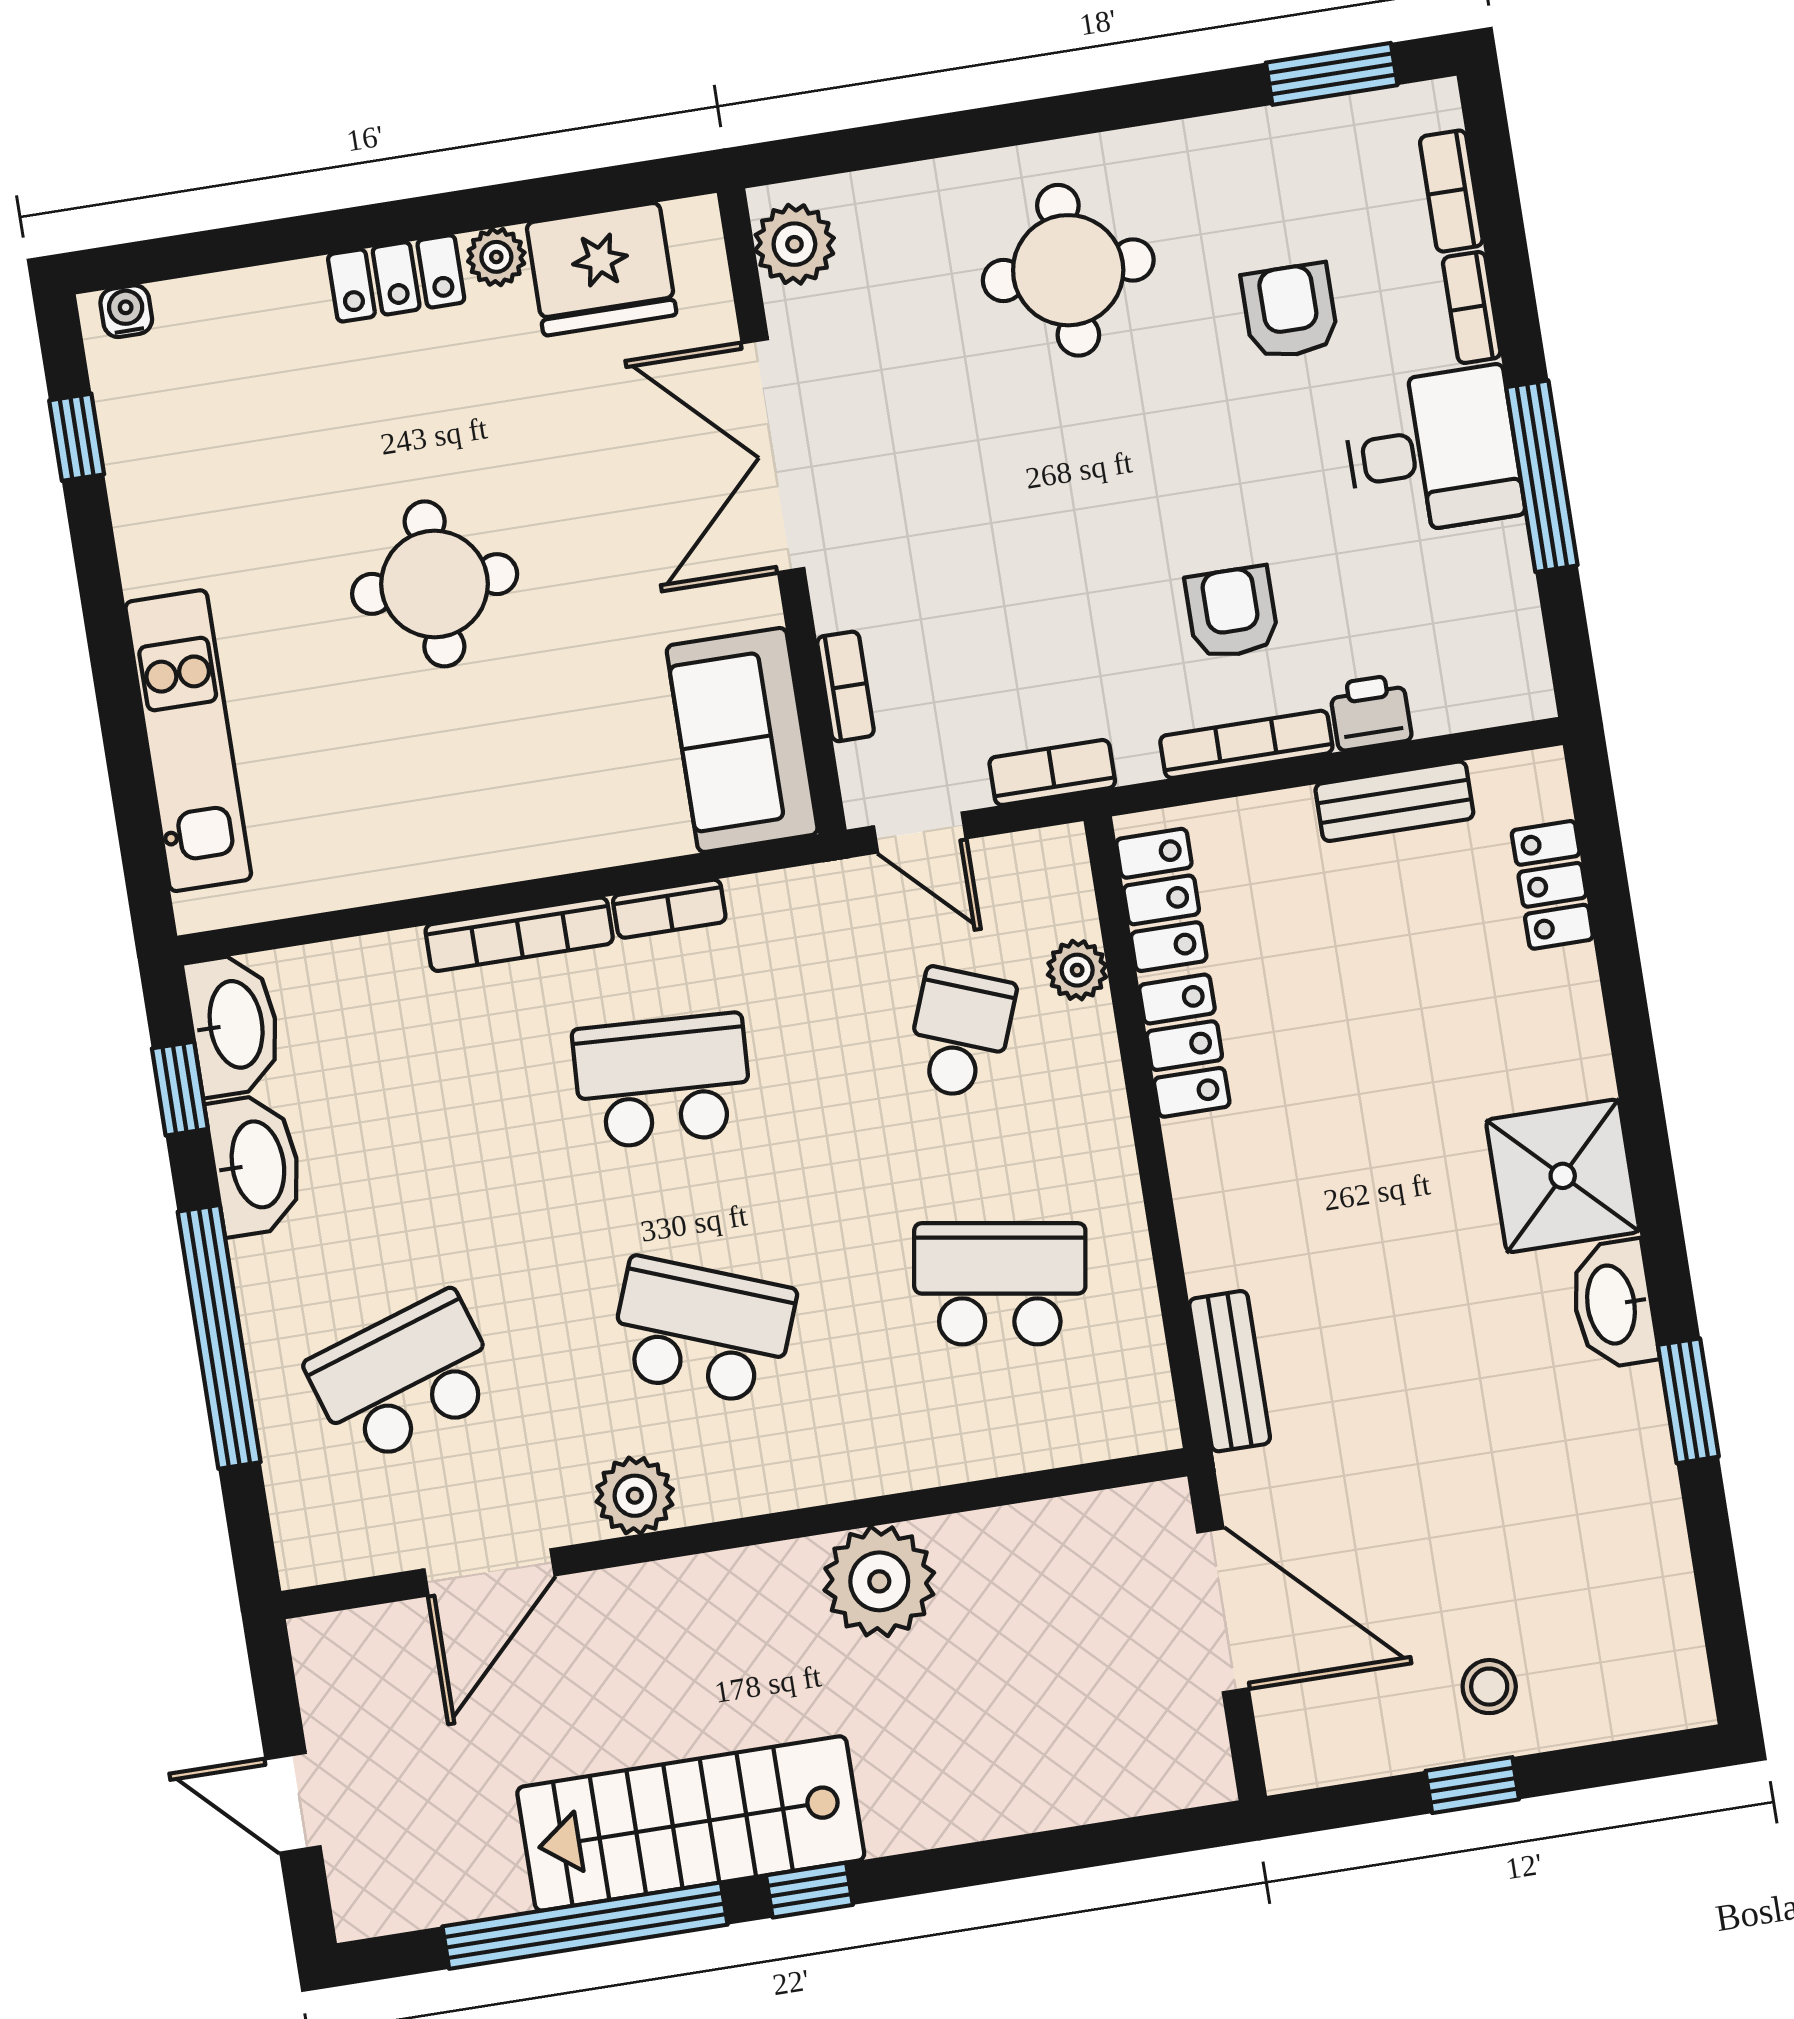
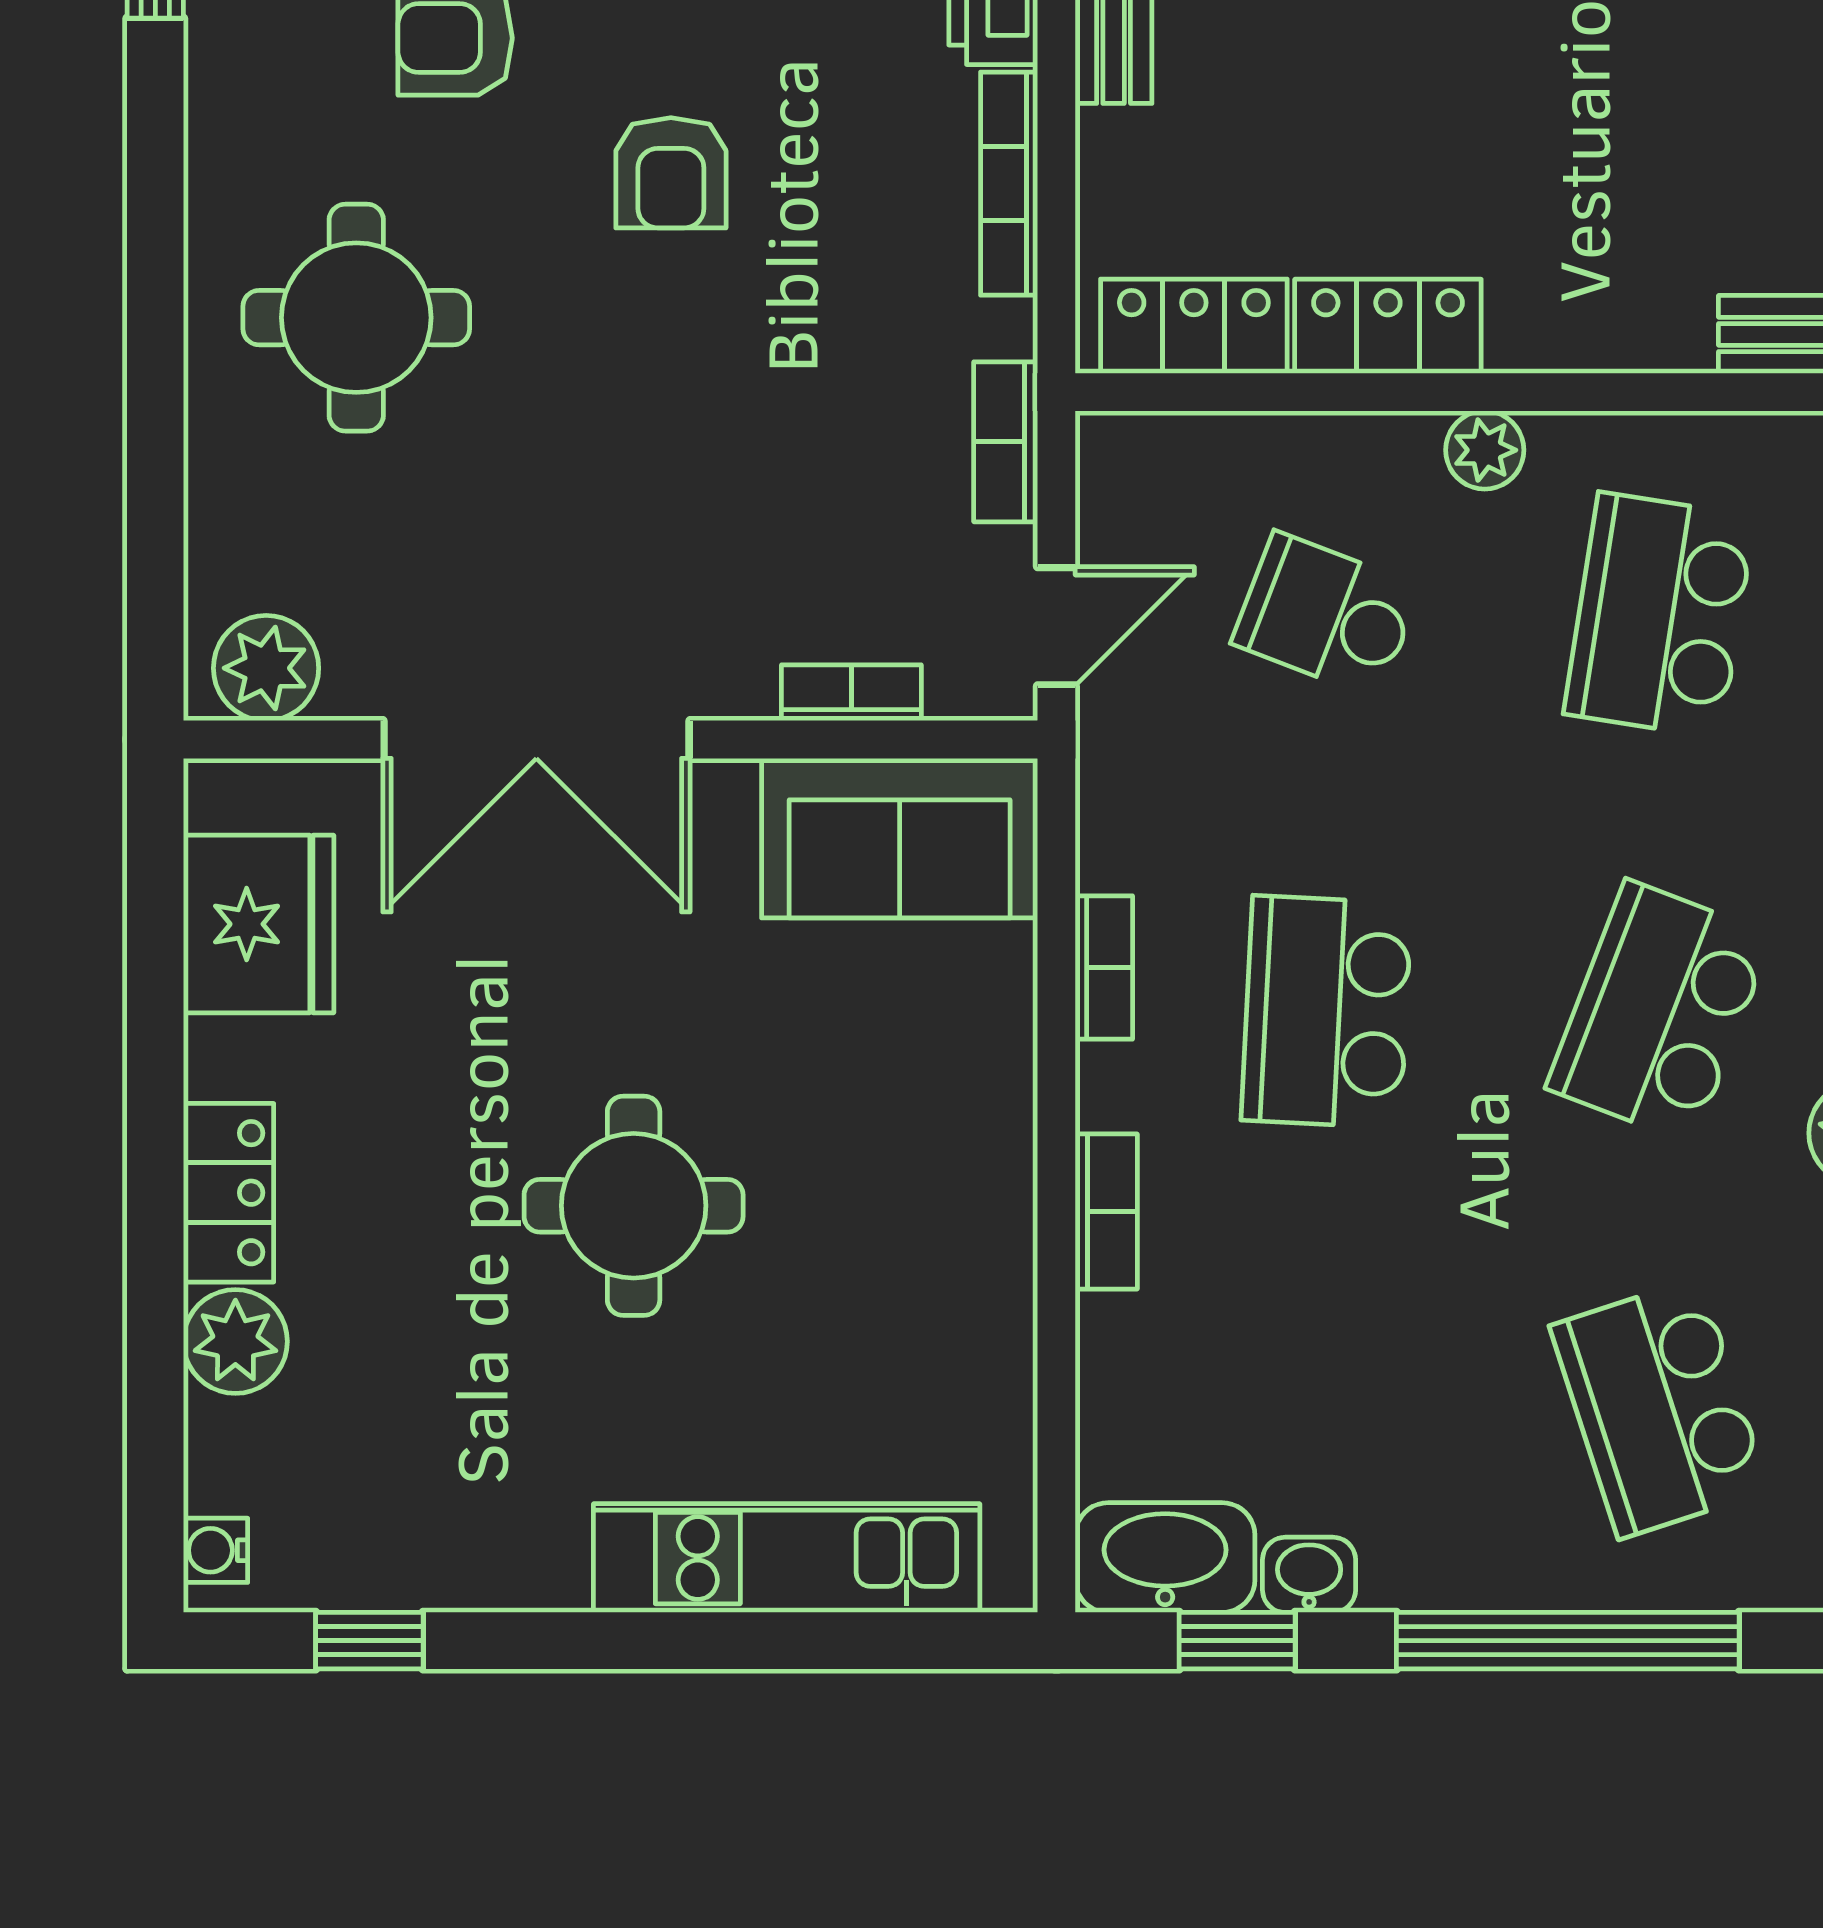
plant: (496, 257) -> (235, 1341), moved, width x1.38, depth x1.38
armchair: (1232, 613) -> (671, 173), moved, turned -90
bookcase: (519, 934) -> (1106, 1212), width x0.64
plant: (1077, 970) -> (1485, 450), moved
washbasin: (255, 1165) -> (1309, 1575), width x0.52, depth x0.69

